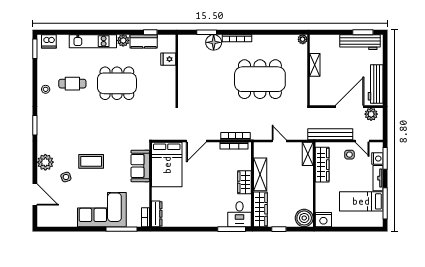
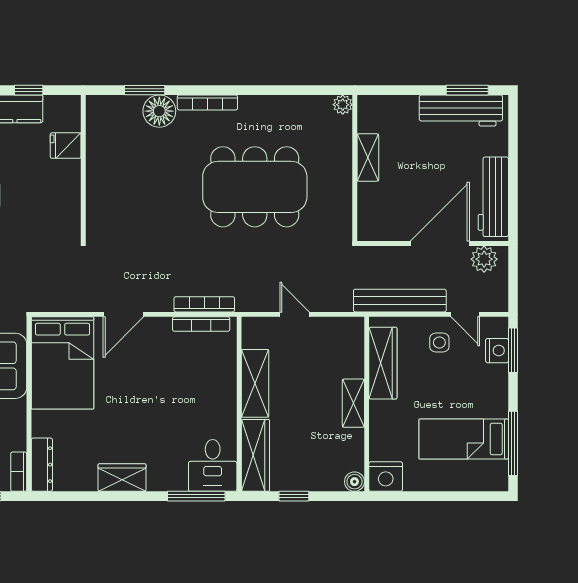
shelving: (308, 154) -> (353, 403), moved
tv unit: (378, 178) -> (498, 391), removed
wardrobe: (244, 182) -> (122, 478), moved, turned 90
boiler: (304, 218) -> (354, 482), width x0.54, depth x0.54

